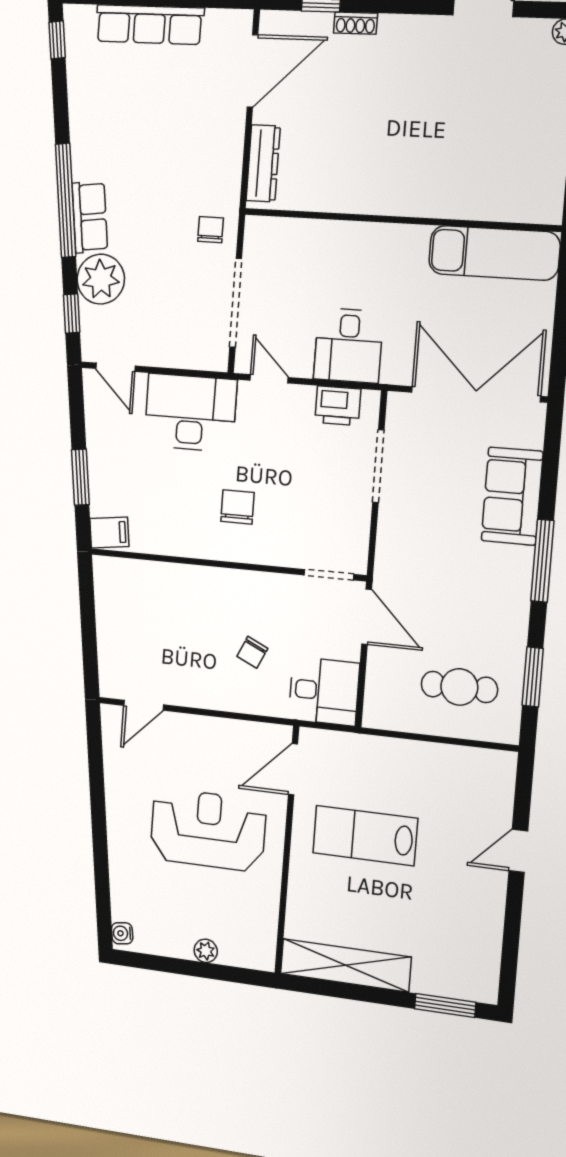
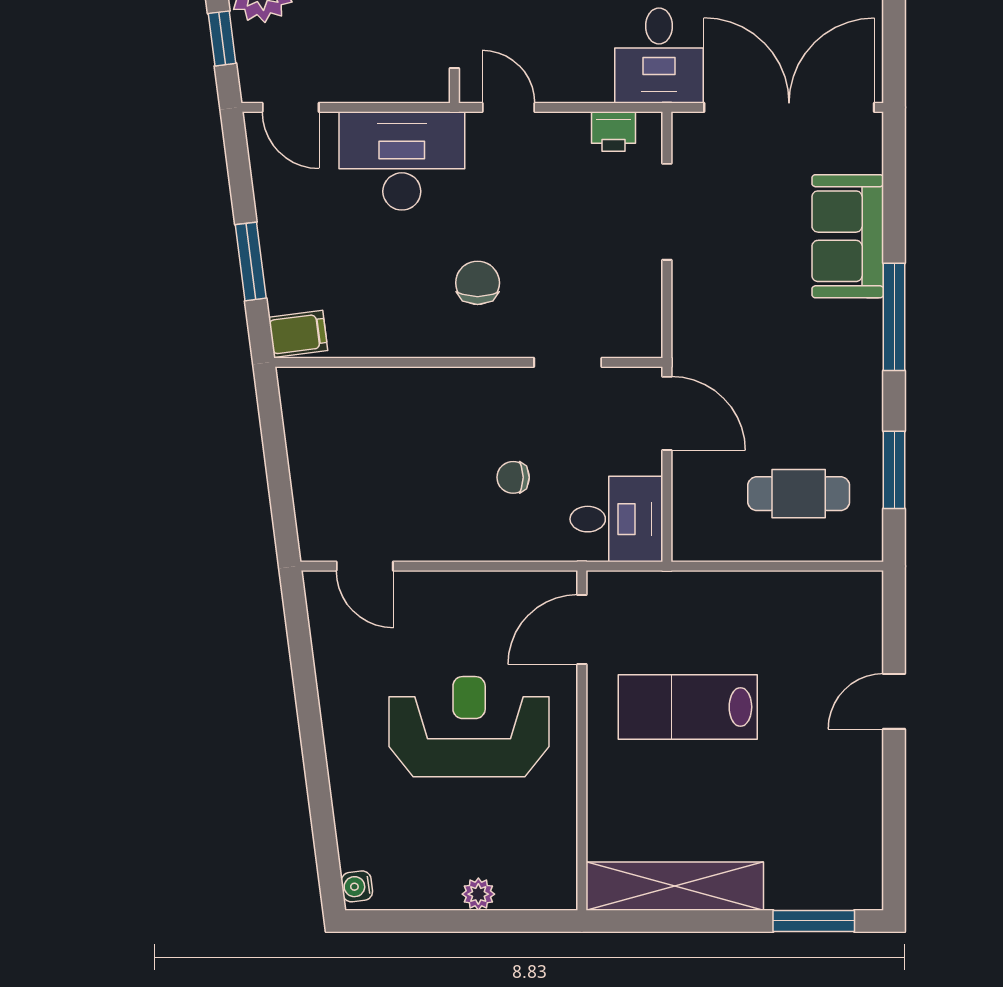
desk: (348, 345) -> (659, 56), moved
printer: (338, 406) -> (613, 131), width x0.73, depth x0.81
doorway: (329, 575) -> (568, 362), moved
chair: (252, 652) -> (513, 477), turned 65
door: (144, 705) -> (365, 566), hinge flipped

